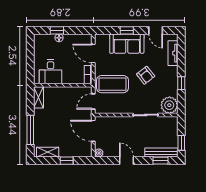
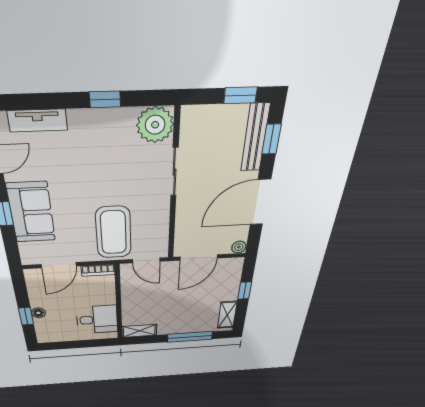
armchair: (146, 75) -> (92, 175), removed
door: (126, 161) -> (260, 202), width x1.87

